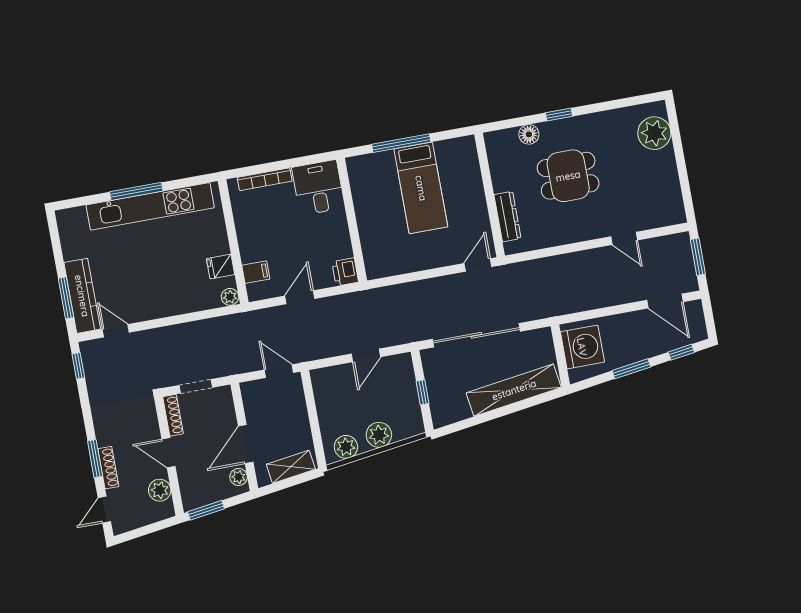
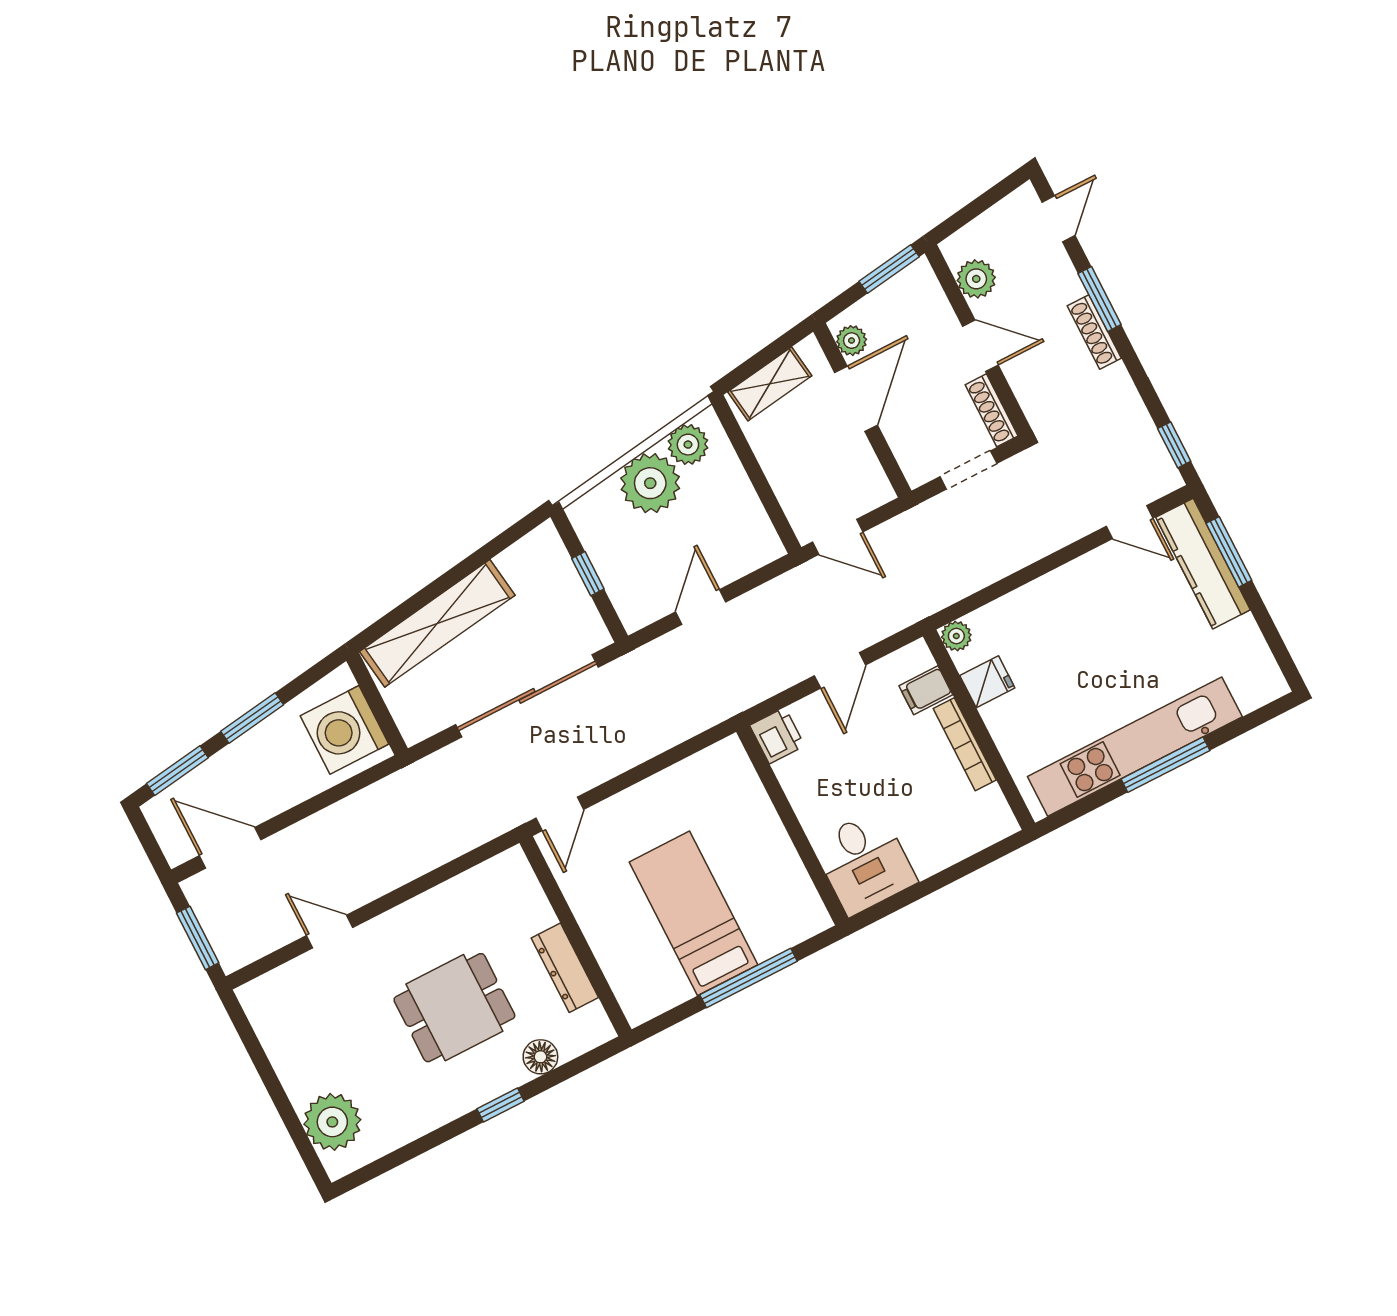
bookcase: (265, 179) -> (965, 744), moved, turned -90
dresser: (507, 217) -> (565, 968), moved
window: (681, 352) -> (177, 771), width x1.50
plant: (379, 435) -> (650, 483), width x1.36, depth x1.36
shoe rack: (108, 468) -> (1094, 332), moved

